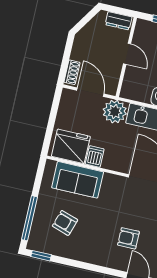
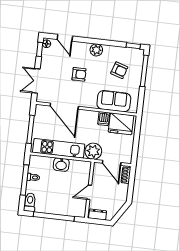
door: (127, 54) -> (89, 192), hinge flipped
armchair: (128, 238) -> (79, 74), moved
plant: (95, 256) -> (96, 50), added

